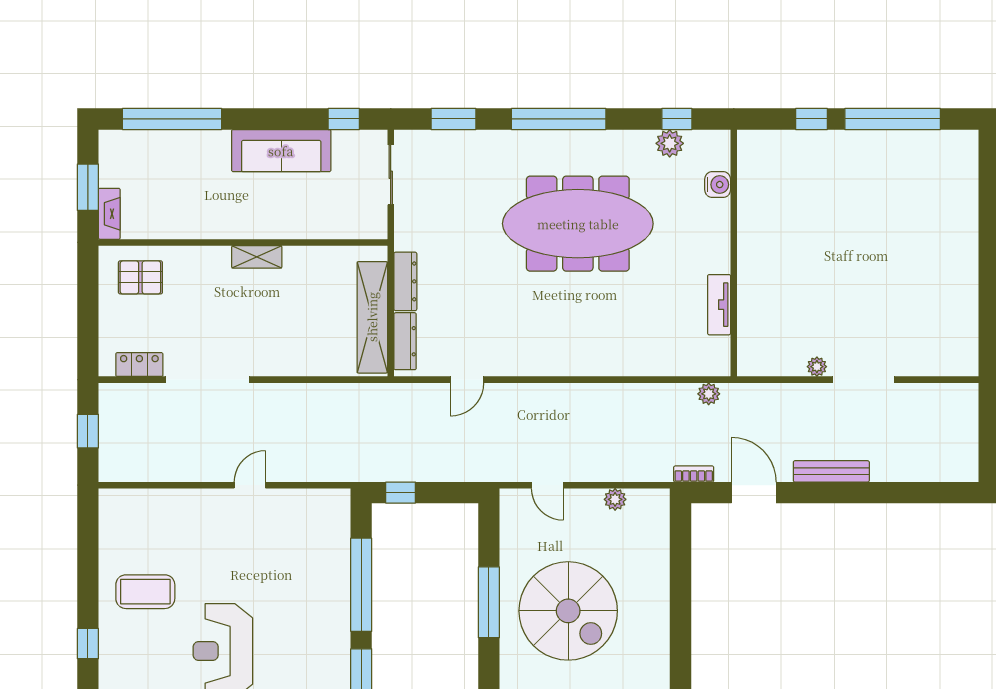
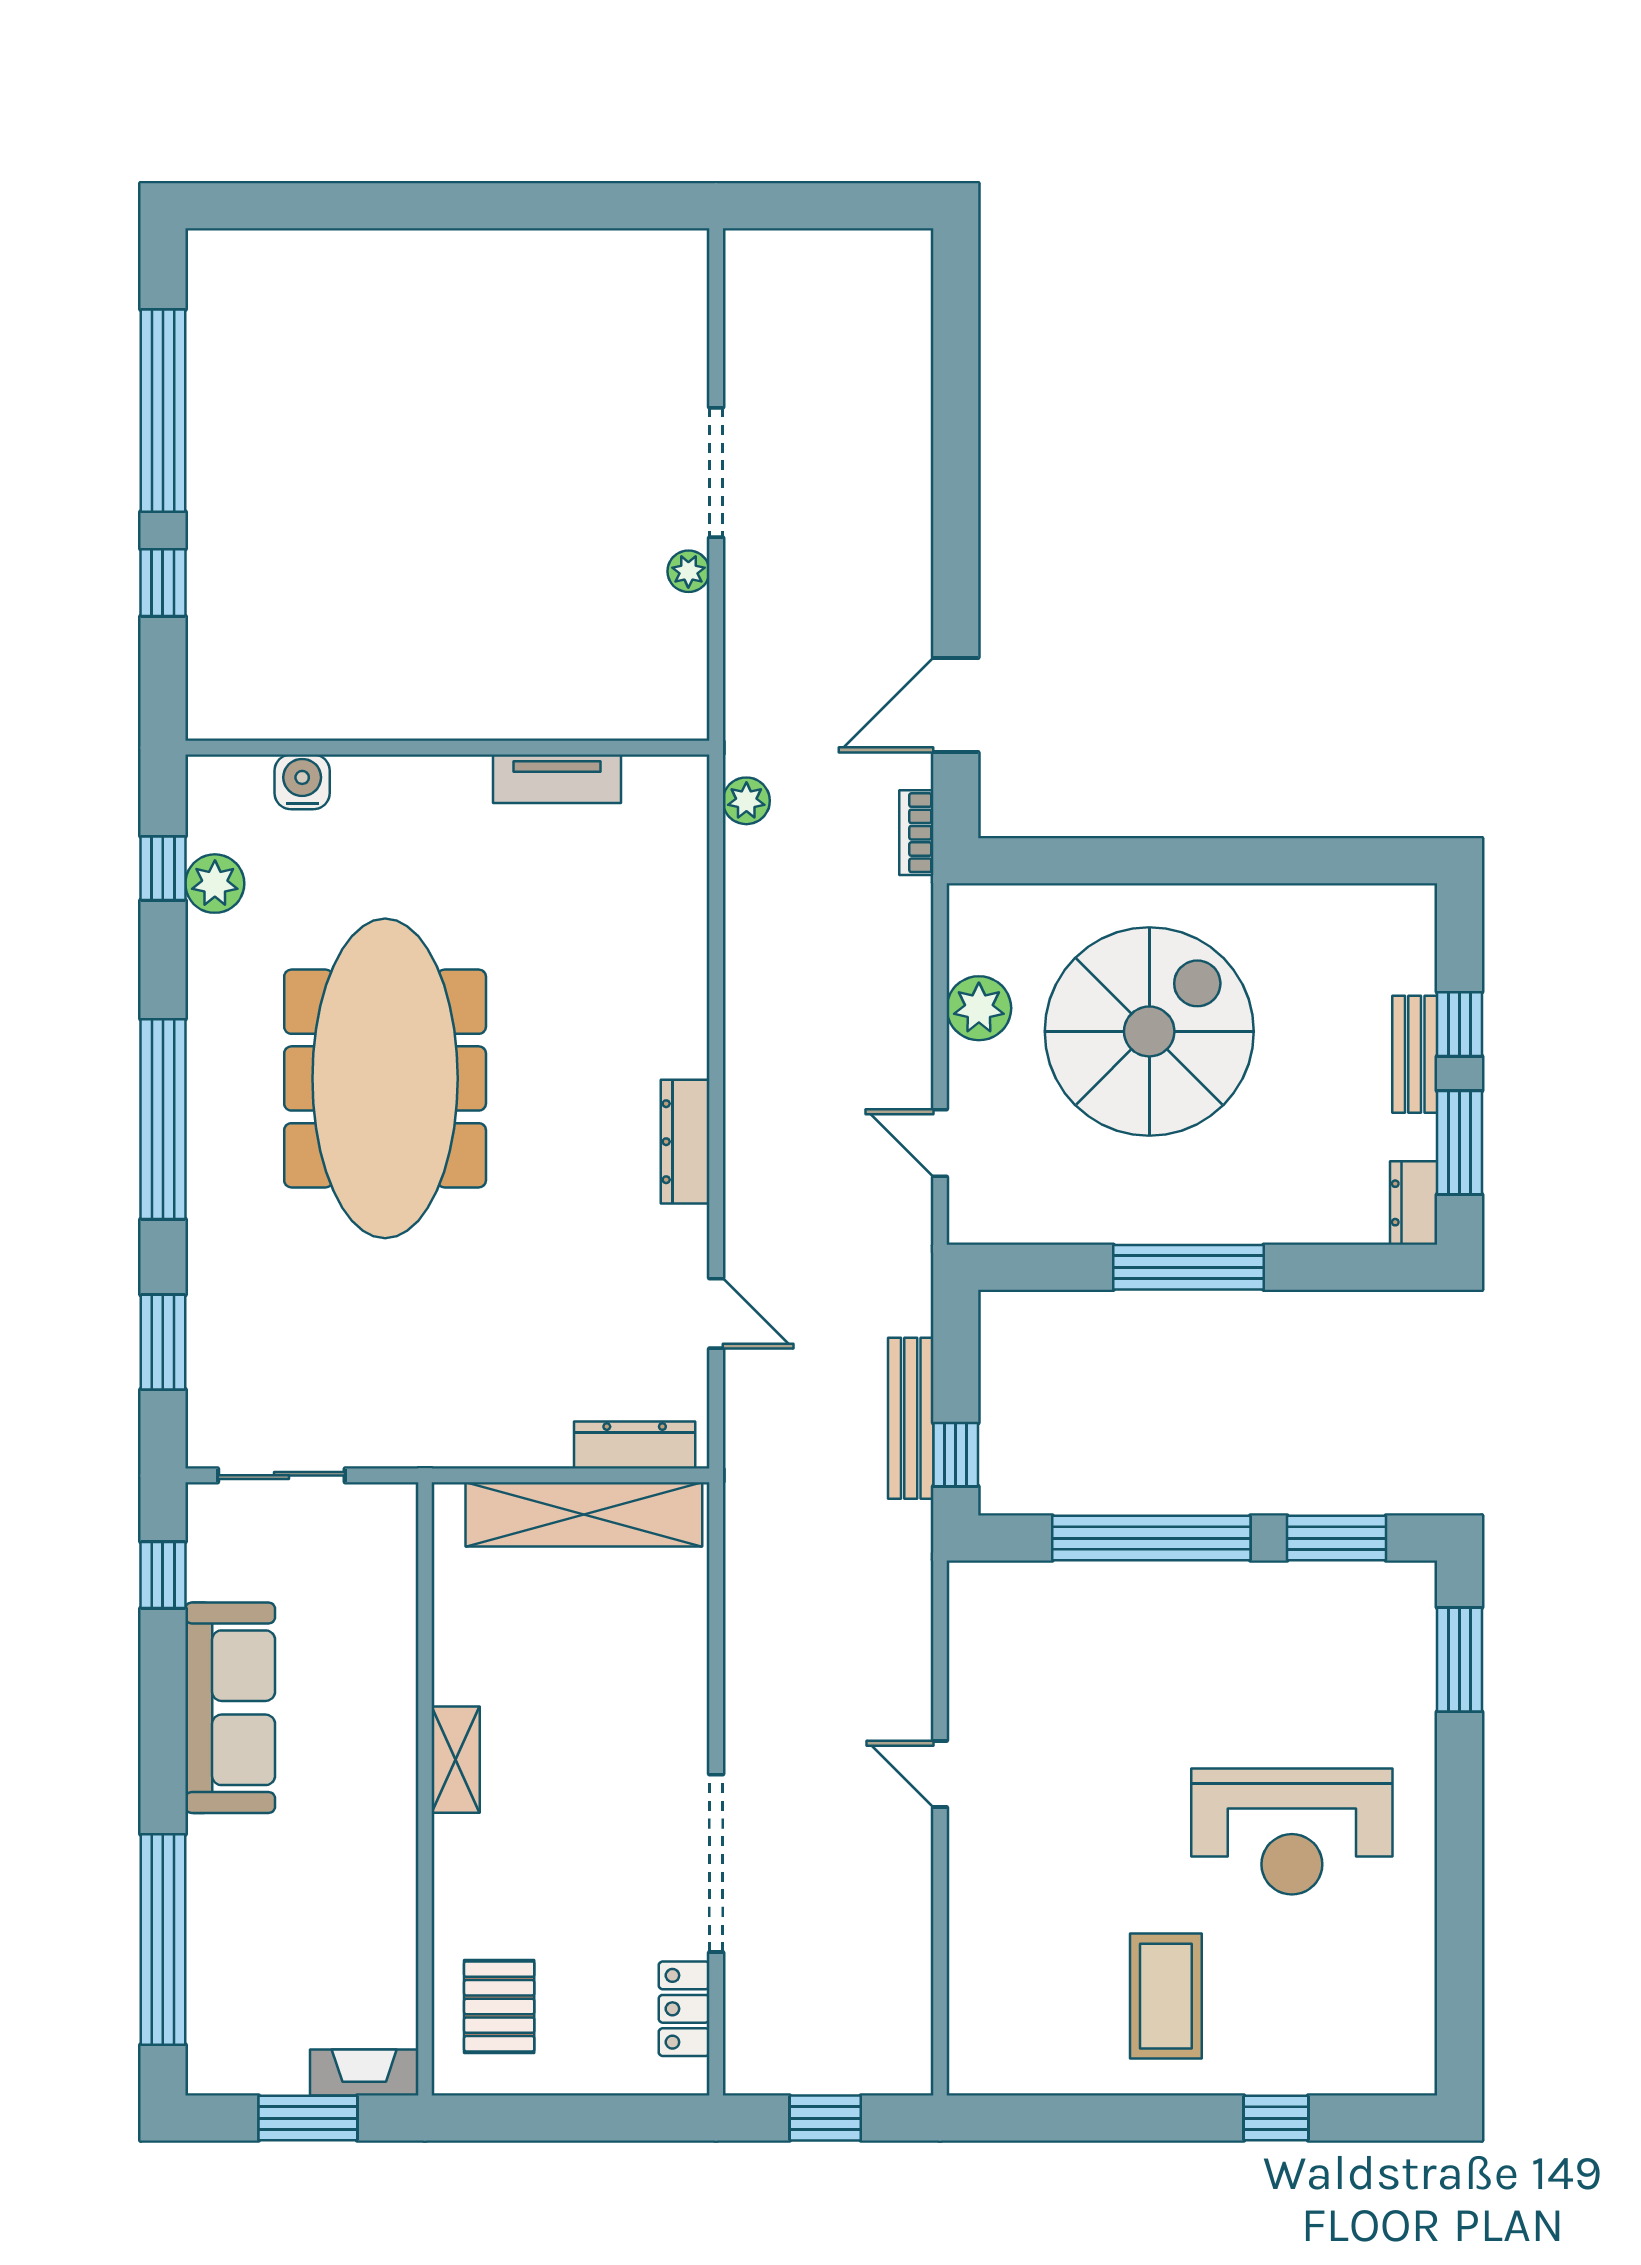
dresser: (405, 281) -> (685, 1142), moved, turned -90
bench: (831, 471) -> (911, 1418), moved
door: (547, 485) -> (940, 1143), swing flipped
plant: (615, 499) -> (979, 1008), width x1.38, depth x1.38
spiral stairs: (568, 611) -> (1149, 1031), moved

